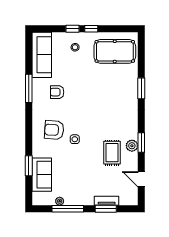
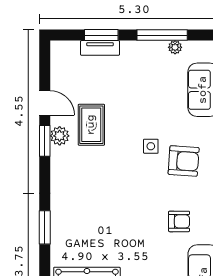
door: (141, 179) -> (45, 103), moved

